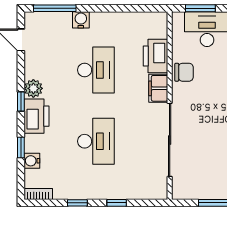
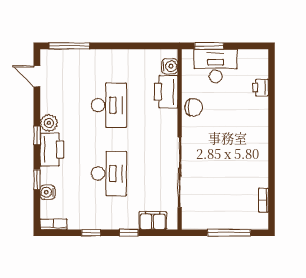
water cooler: (81, 20) -> (170, 66), moved, turned 90
filing cabinet: (158, 88) -> (153, 221), moved, turned 90

